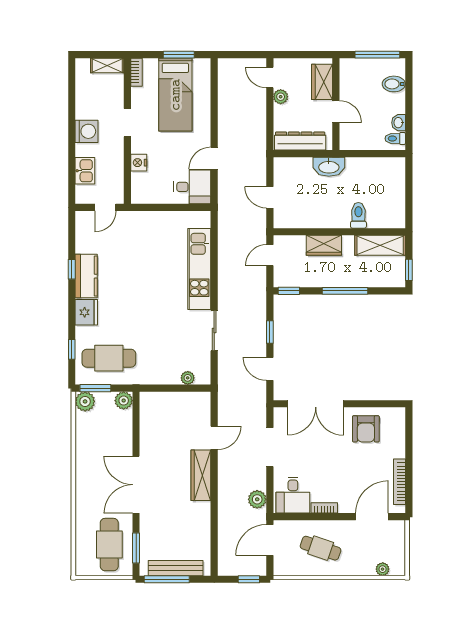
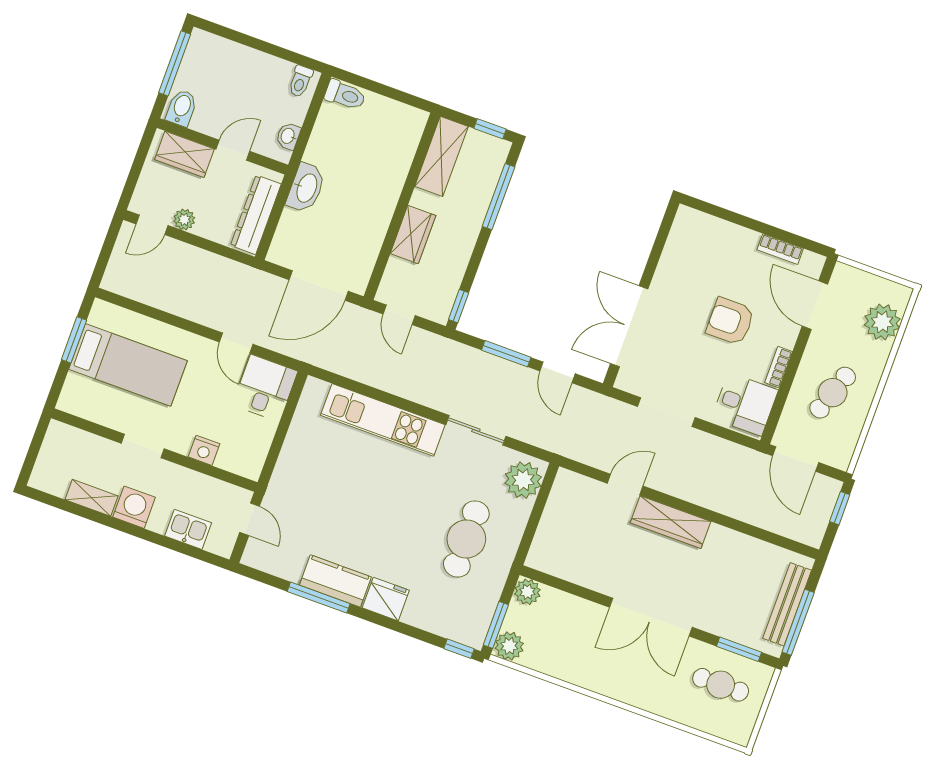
shelving: (107, 65) -> (92, 498), moved, turned 90
bookcase: (136, 72) -> (77, 408), removed
bidet: (394, 84) -> (182, 108), moved, turned 180
washbasin: (399, 123) -> (288, 136), moved, turned 90
door: (270, 197) -> (319, 285), width x1.88
toilet: (358, 215) -> (345, 95), moved, turned 180
window: (72, 269) -> (319, 598), width x2.17
window: (345, 291) -> (498, 197), moved
window: (270, 332) -> (506, 354), width x1.50
window: (72, 349) -> (459, 649), moved
cafe table: (109, 358) -> (466, 539), moved
door: (270, 369) -> (558, 372), hinge flipped
plant: (188, 378) -> (523, 480), width x1.87, depth x1.87
double door: (316, 404) -> (629, 326), swing flipped
armchair: (366, 429) -> (730, 321), moved, turned 180
door: (214, 438) -> (625, 485), hinge flipped
bookcase: (399, 482) -> (780, 249), width x0.64
plant: (257, 499) -> (733, 456), removed
cafe table: (109, 545) -> (721, 685), width x0.73, depth x0.74
plant: (383, 569) -> (882, 322), width x1.88, depth x1.88

